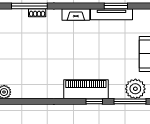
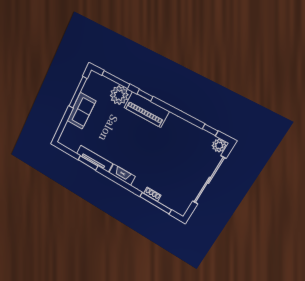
plant: (135, 89) -> (119, 95), moved
window: (19, 101) -> (210, 130), added

